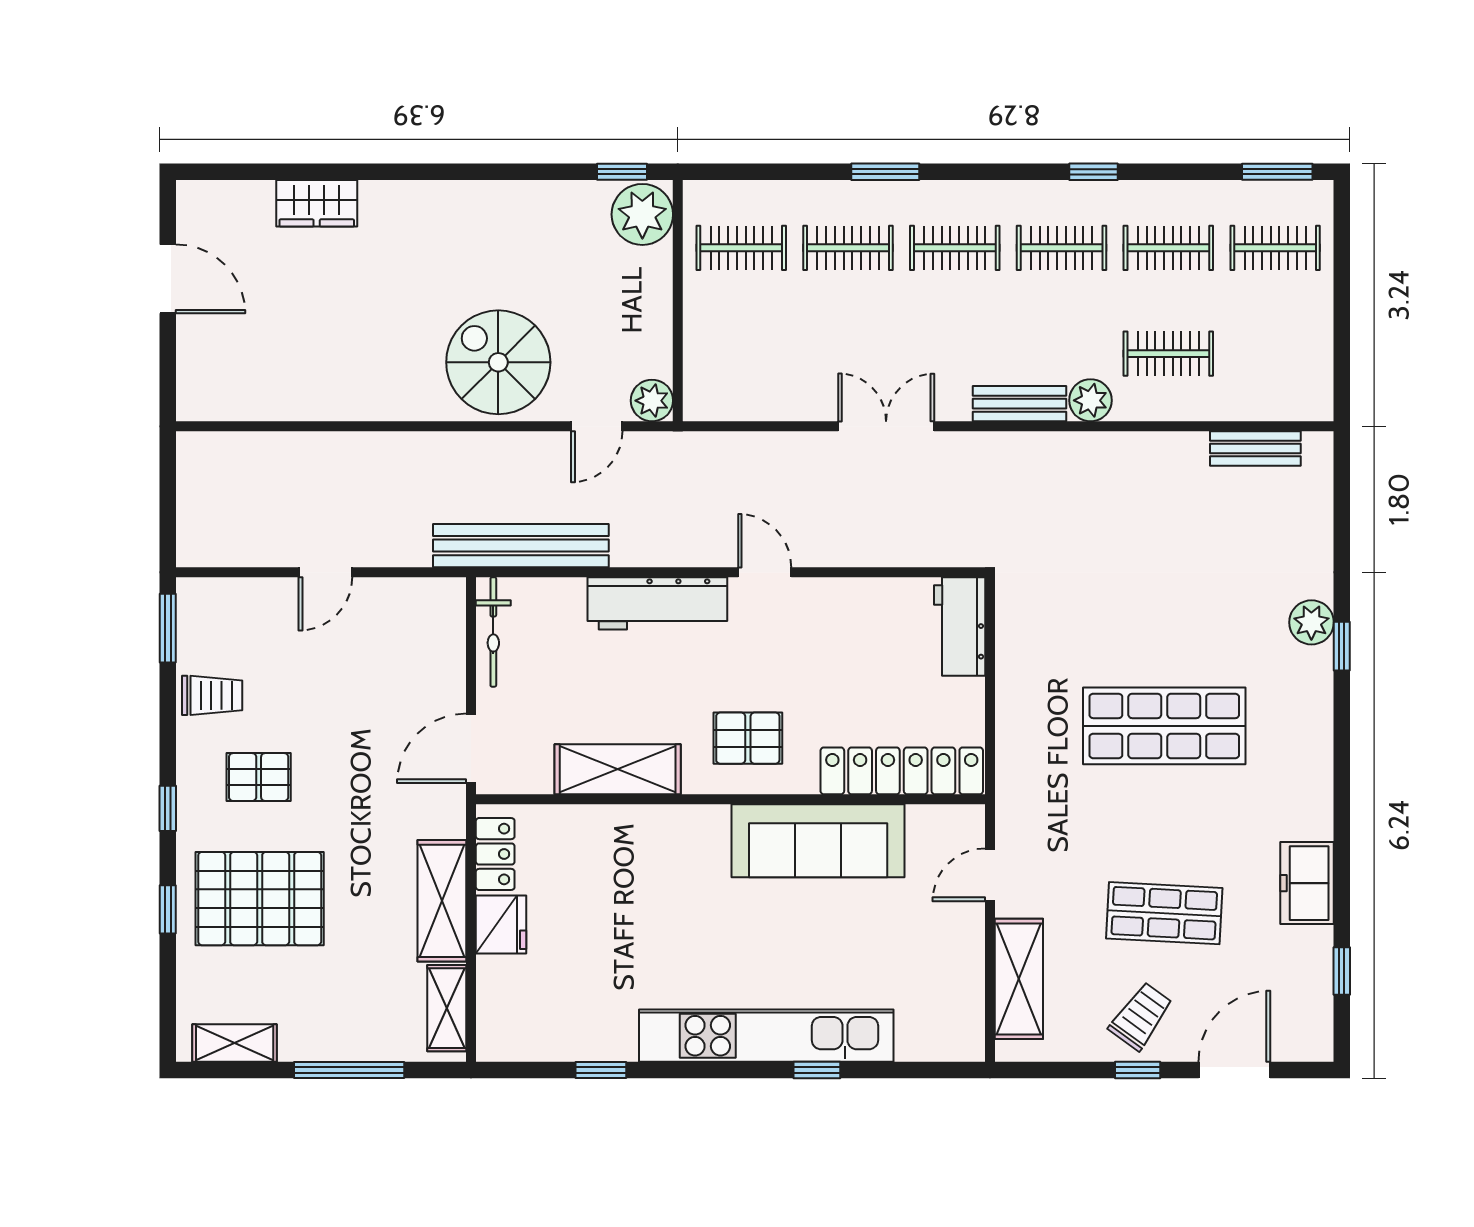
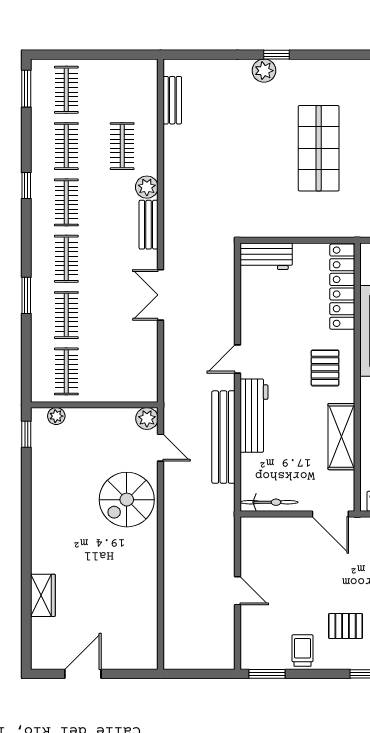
plant: (642, 214) -> (56, 416), width x0.53, depth x0.53
bench: (521, 546) -> (223, 437), moved
pallet: (259, 777) -> (346, 626), turned 90

